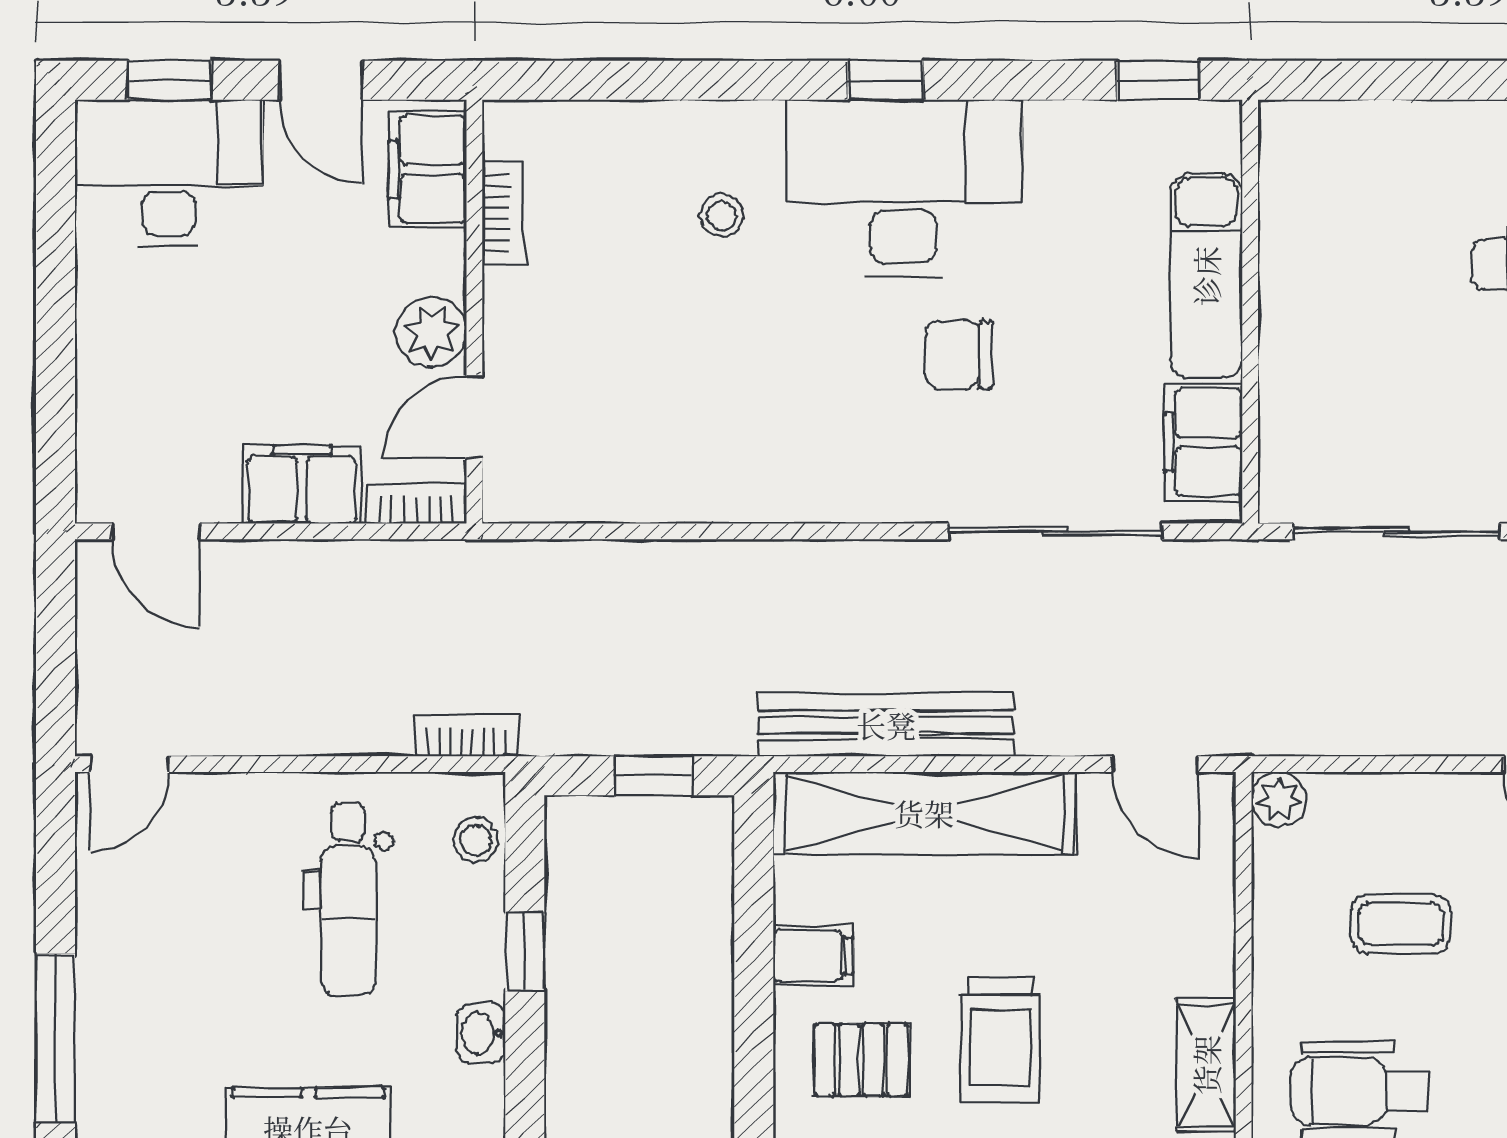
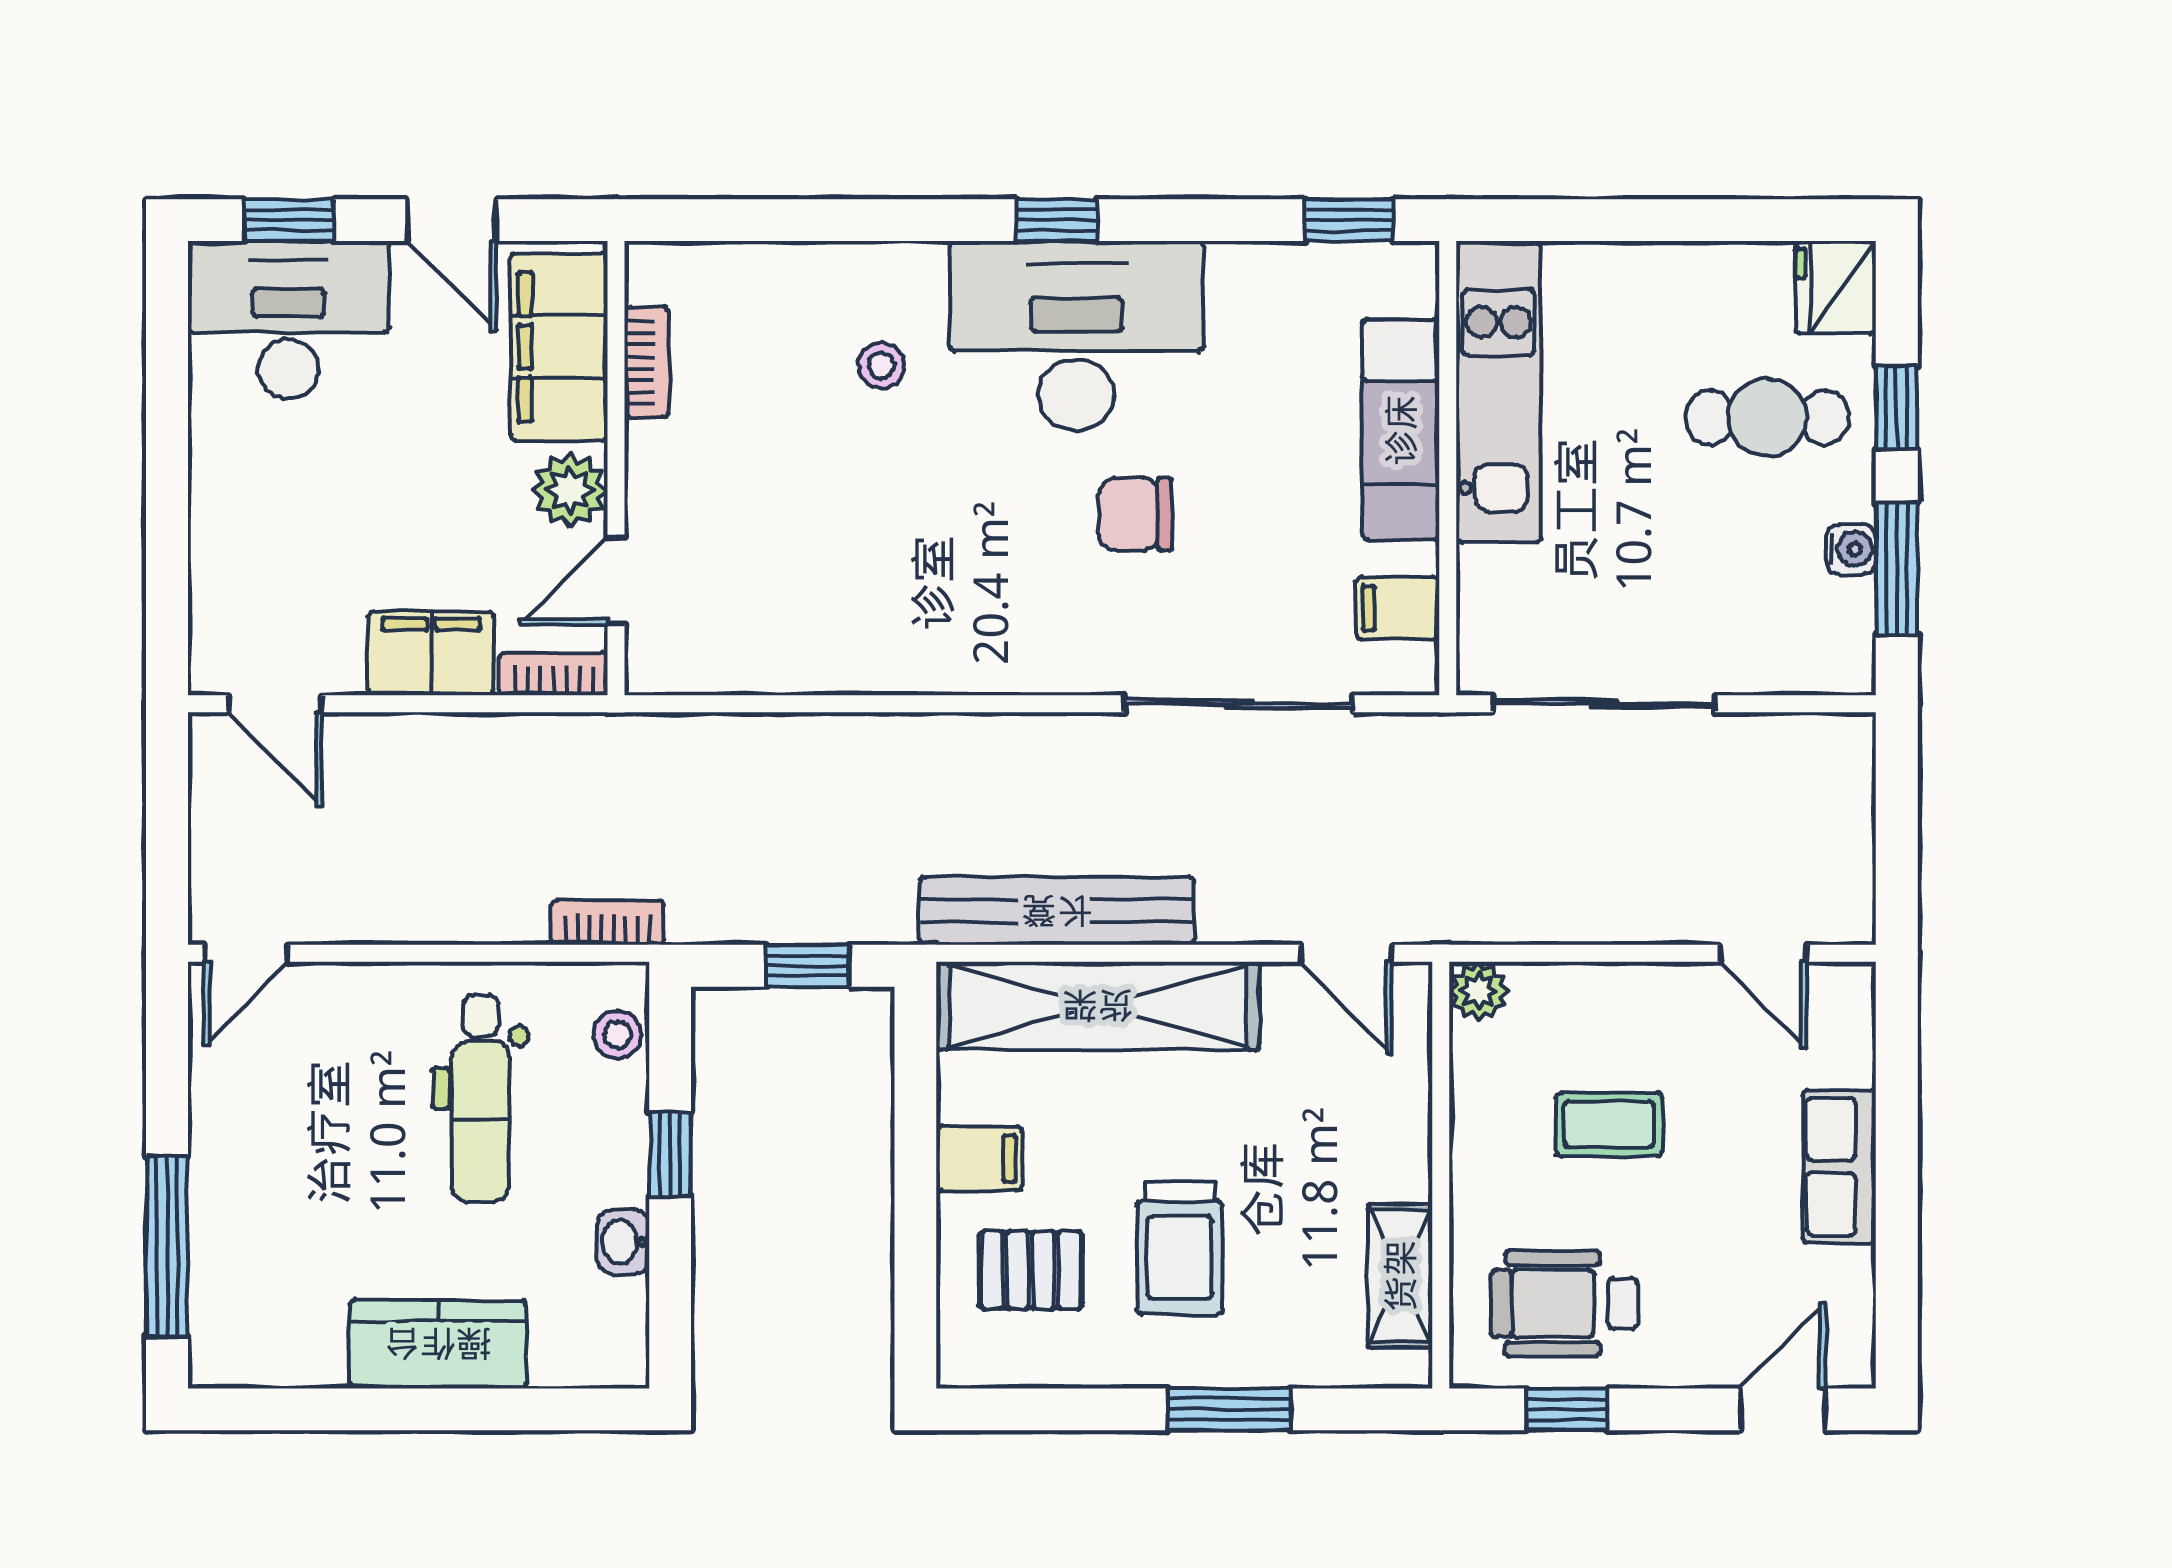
filing cabinet: (428, 169) -> (559, 347), width x1.50, depth x1.17
kitchen unit: (1297, 240) -> (1498, 391), added
filing cabinet: (1203, 442) -> (1398, 608), width x0.50

